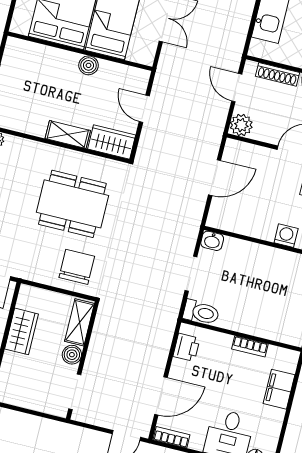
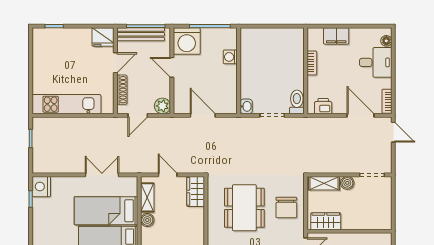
door: (144, 109) -> (168, 175), swing flipped
shelving: (68, 134) -> (147, 197), moved
chair: (77, 267) -> (286, 208), moved, turned -90
wardrobe: (22, 331) -> (326, 221), moved

